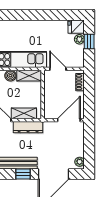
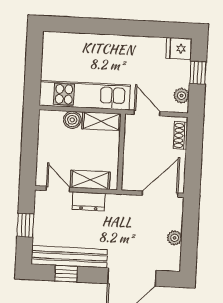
plant: (79, 39) -> (181, 96), moved
dresser: (28, 127) -> (89, 201), width x0.70
plant: (80, 162) -> (175, 238), moved
window: (23, 174) -> (66, 274), moved

